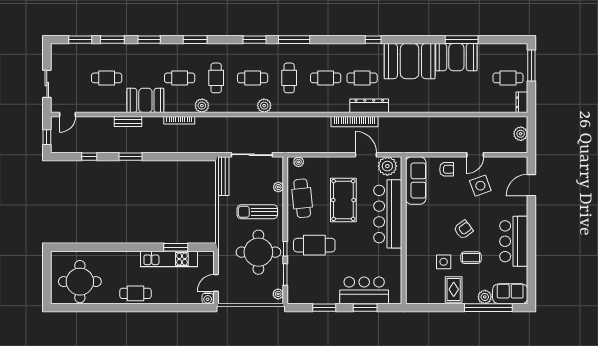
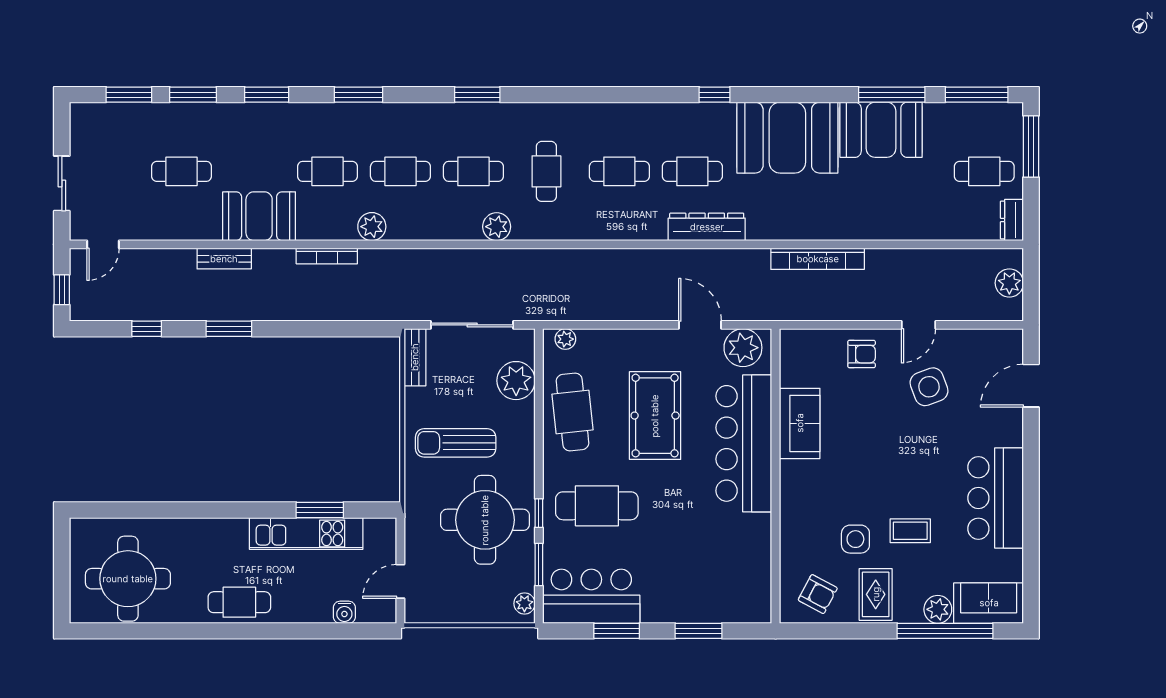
window: (294, 40) -> (977, 95), moved
cafe table: (216, 78) -> (400, 171), turned 90
bookcase: (355, 122) -> (818, 259), moved
bench: (223, 176) -> (415, 357), width x0.73
sofa: (416, 181) -> (800, 423), moved, width x0.73
plant: (278, 187) -> (516, 381), width x1.87, depth x1.87
sun lounger: (257, 212) -> (456, 443), moved
armchair: (463, 230) -> (818, 594), moved, turned 65
bar counter: (364, 290) -> (591, 596), moved
water cooler: (208, 298) -> (344, 612), moved

